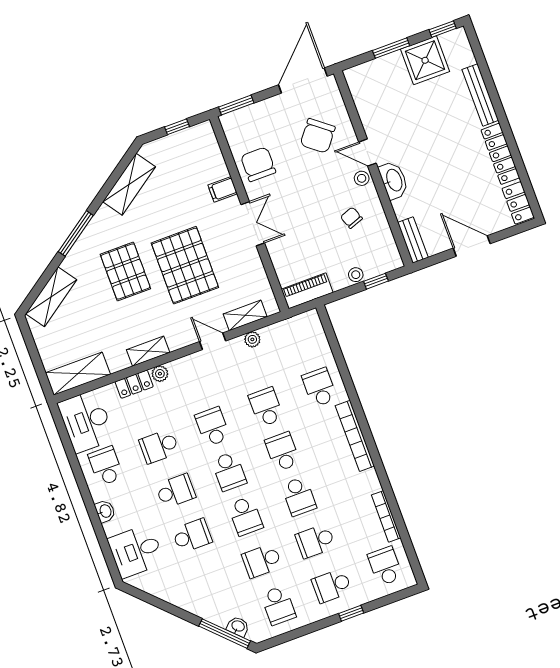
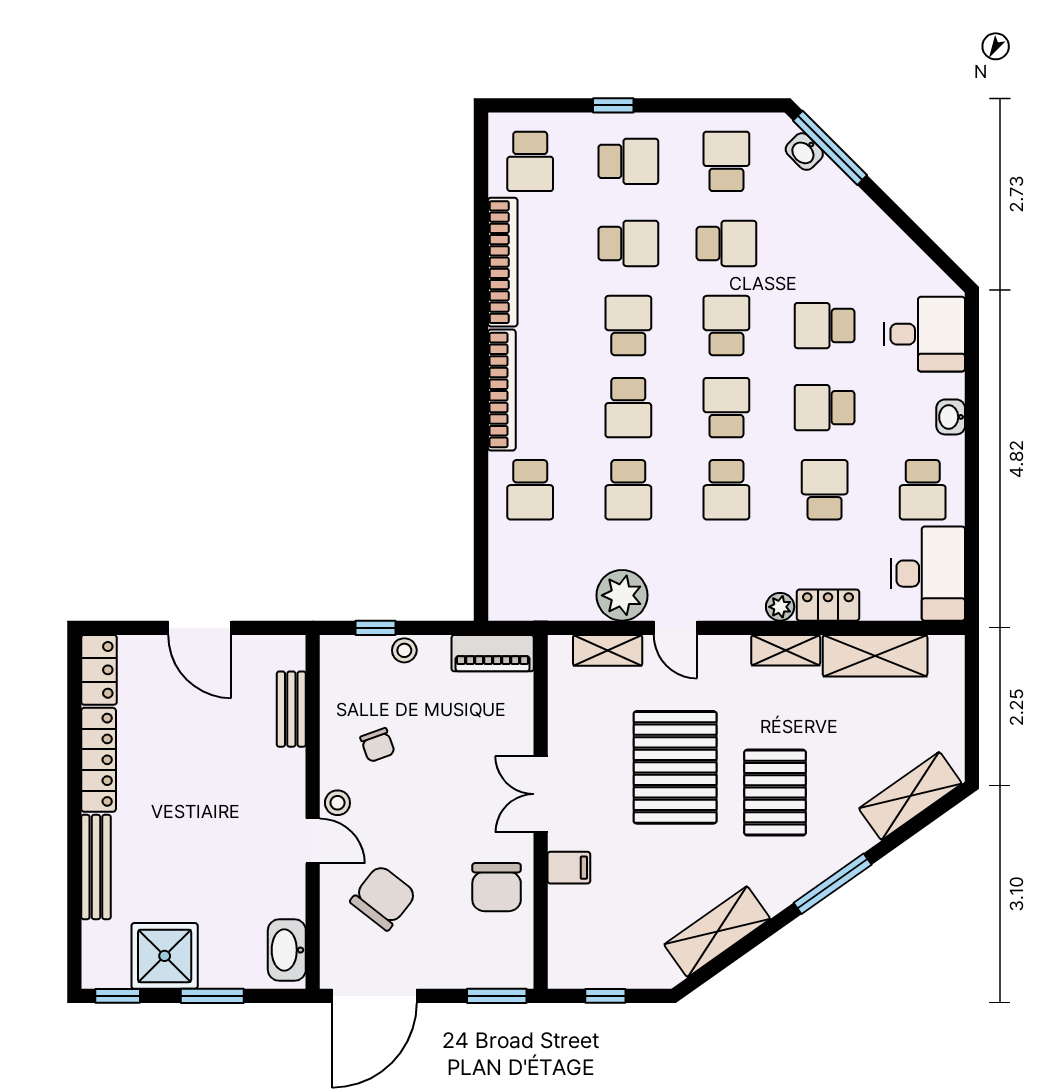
washbasin: (394, 180) -> (287, 950), moved
bench: (413, 240) -> (291, 709), moved
plant: (252, 339) -> (622, 595), width x1.87, depth x1.87
shelving: (78, 374) -> (875, 656), moved
school desk: (159, 446) -> (825, 490), turned -90
bookcase: (386, 516) -> (503, 262), width x1.48, depth x1.31

